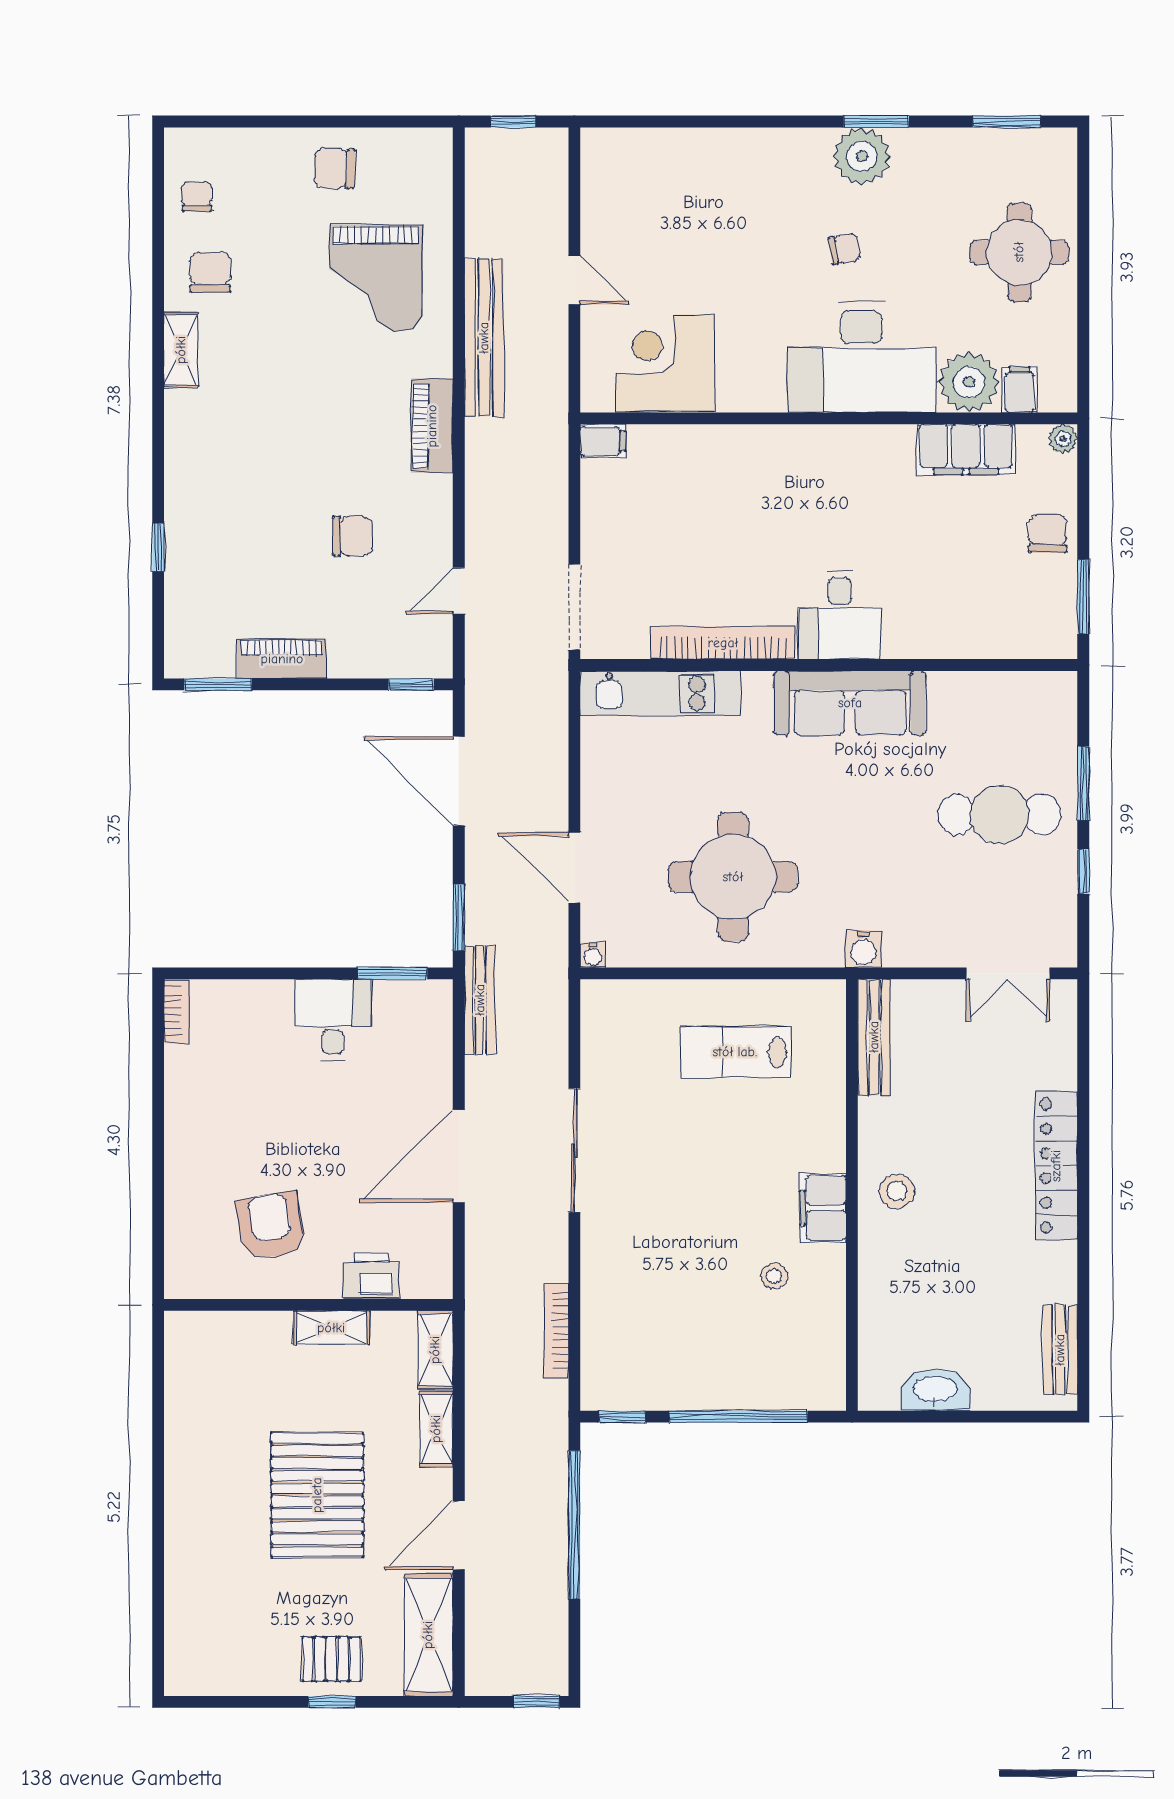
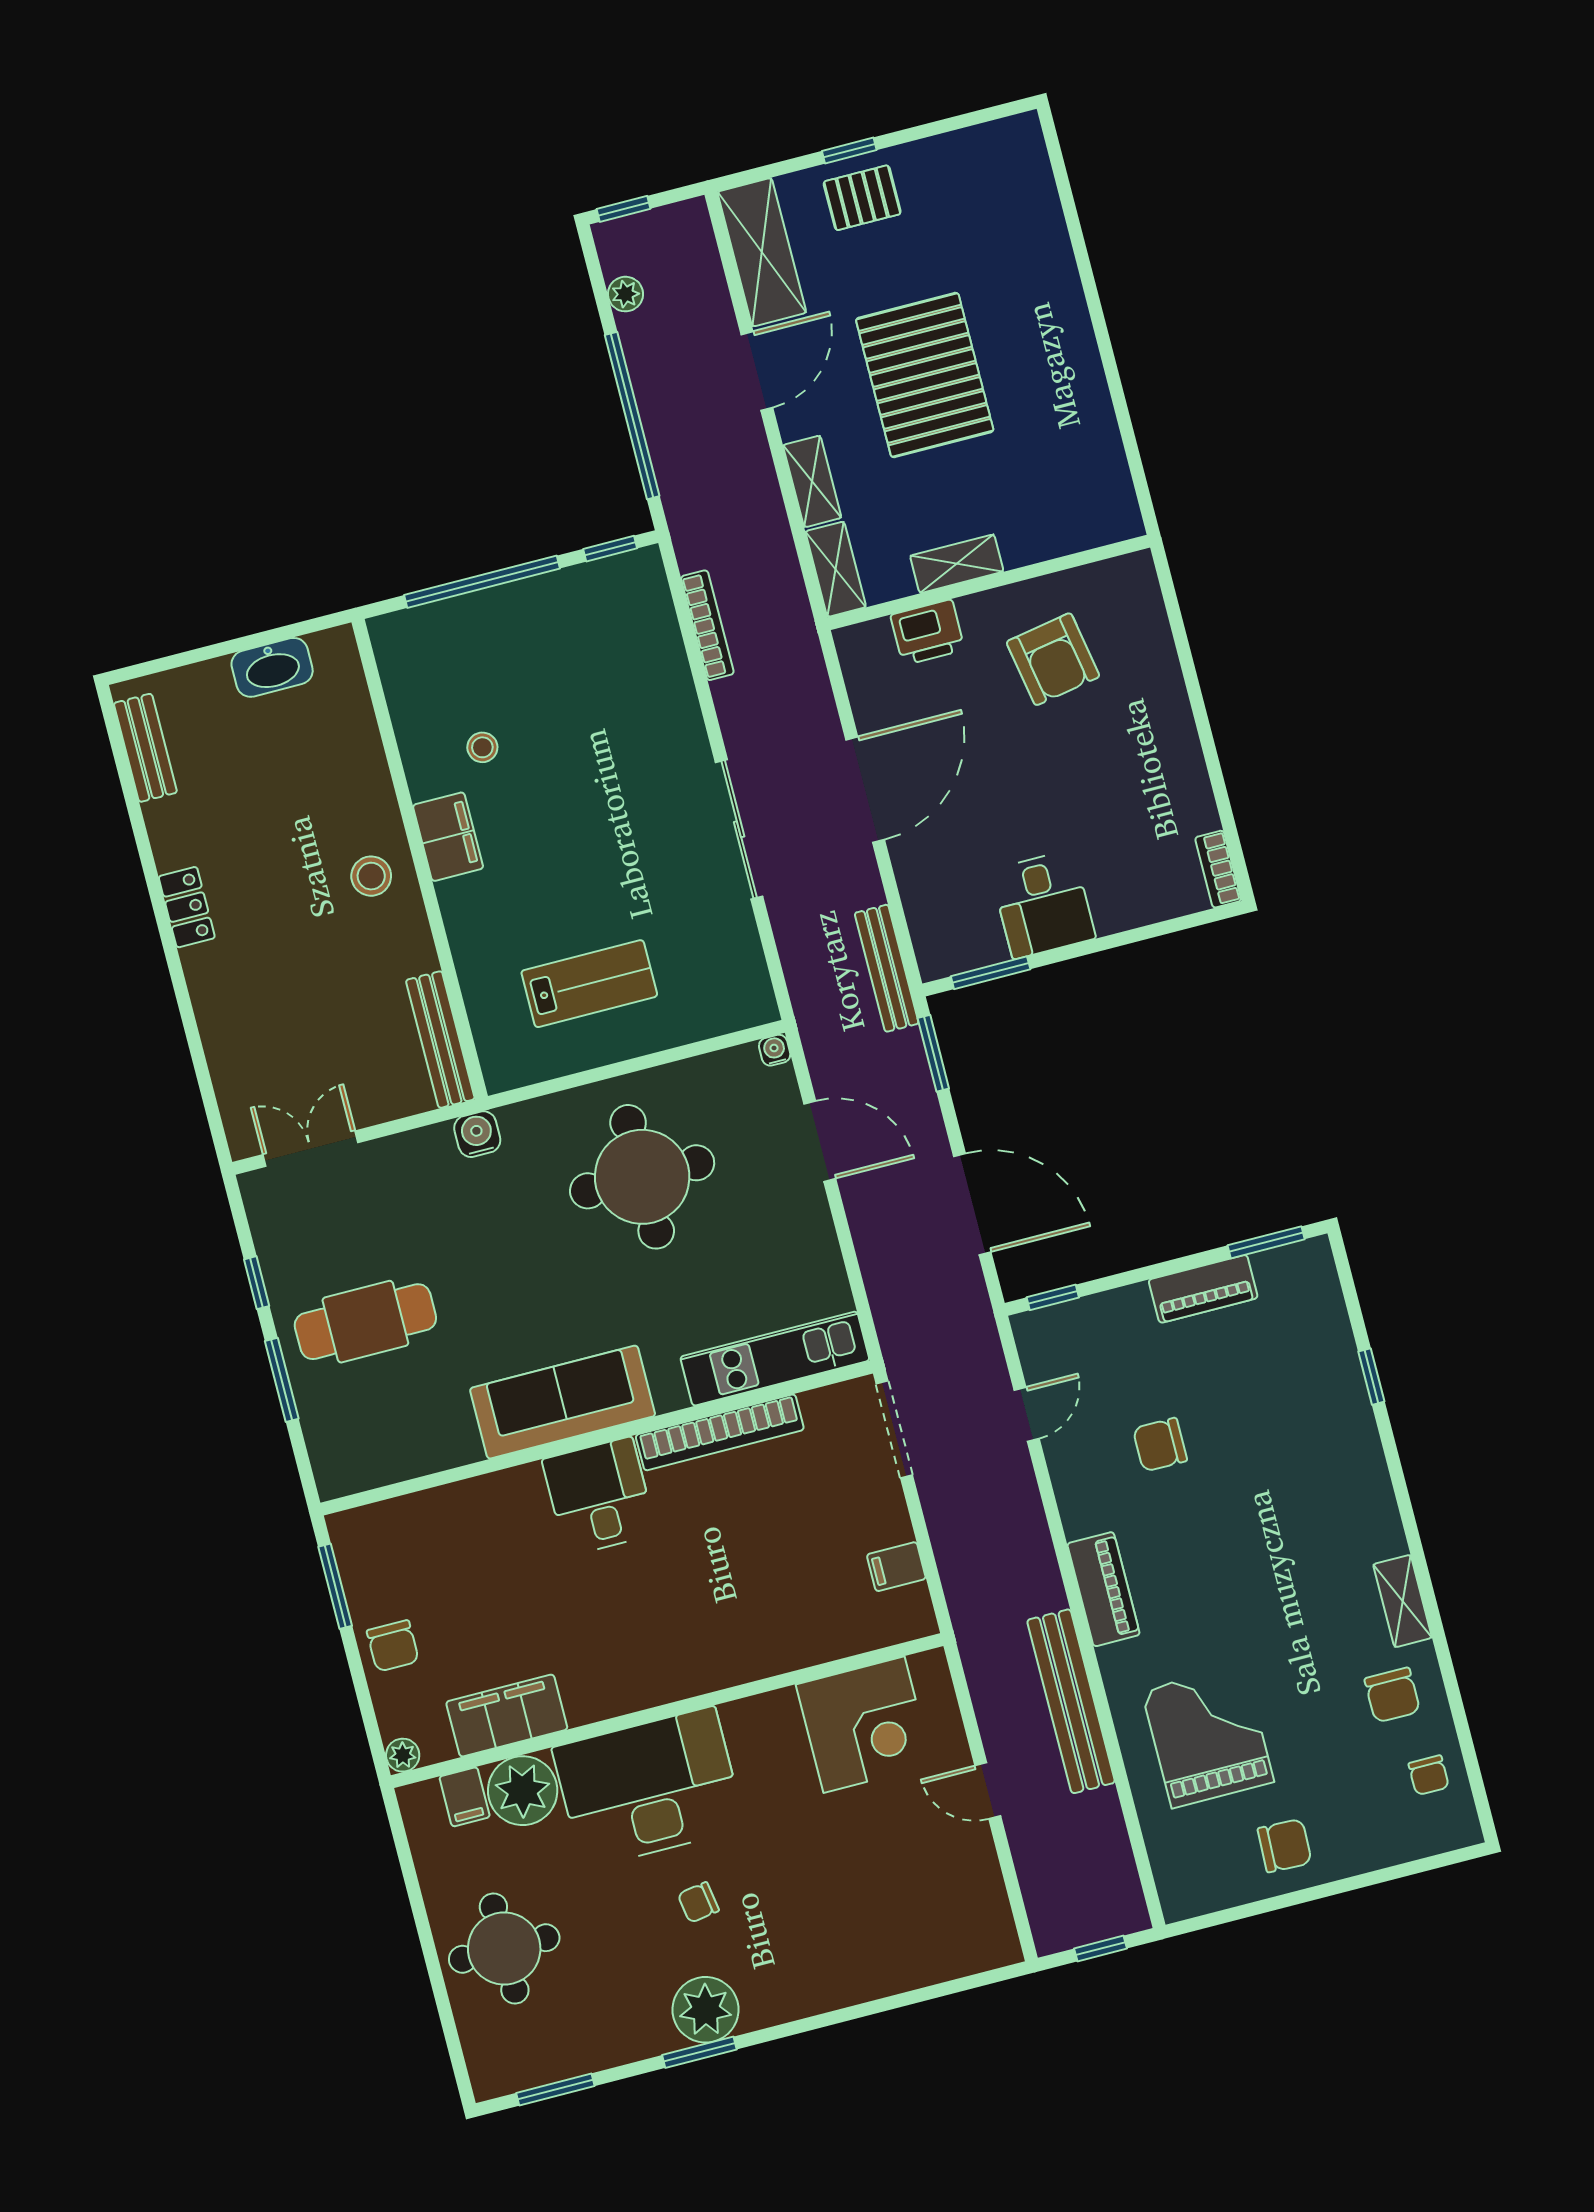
filing cabinet: (603, 441) -> (896, 1567), moved
locker: (1056, 1166) -> (187, 907), width x0.46, depth x0.83
plant: (553, 1629) -> (625, 294), added

